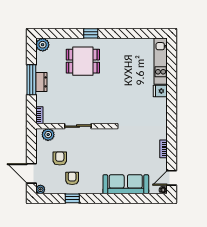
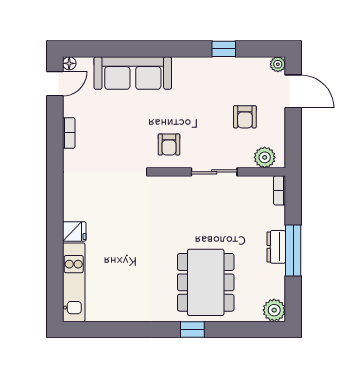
dining table: (83, 61) -> (206, 282), width x1.38
armchair: (72, 178) -> (169, 145), moved

